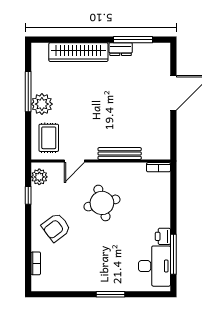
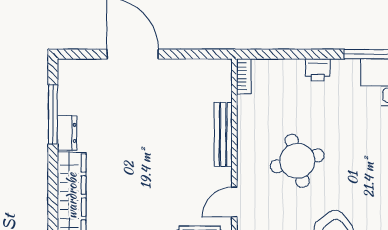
door: (74, 161) -> (234, 202), swing flipped
printer: (163, 236) -> (318, 70), moved

